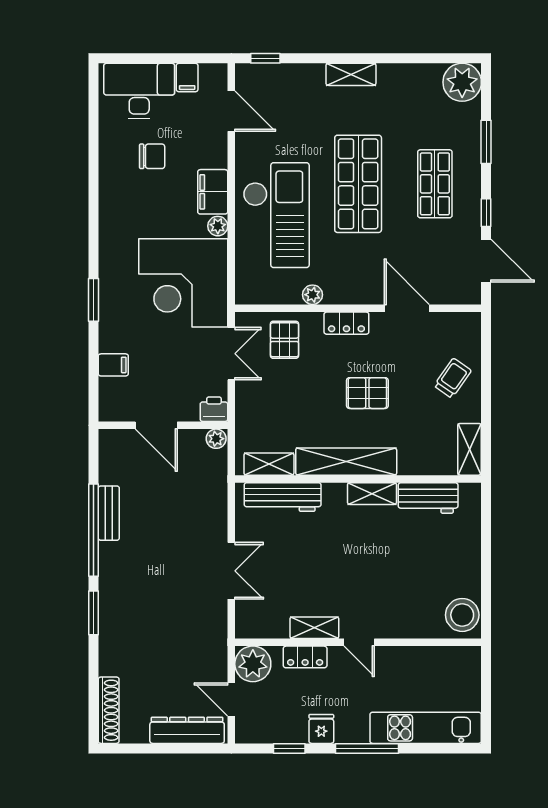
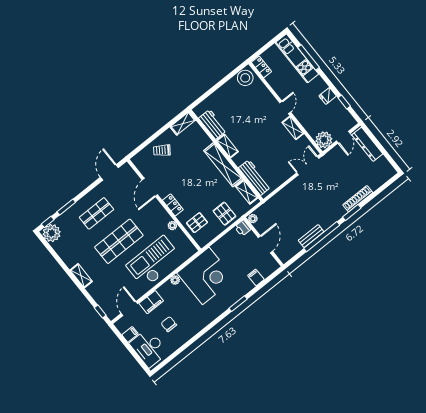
filing cabinet: (213, 192) -> (151, 302), moved
window: (486, 213) -> (48, 222), moved
double door: (231, 354) -> (217, 238), removed
pallet: (367, 393) -> (224, 214), moved
double door: (231, 571) -> (308, 166), moved
locker: (305, 657) -> (261, 67), moved
shoe rack: (109, 710) -> (358, 199), moved
window: (367, 748) -> (308, 57), moved

